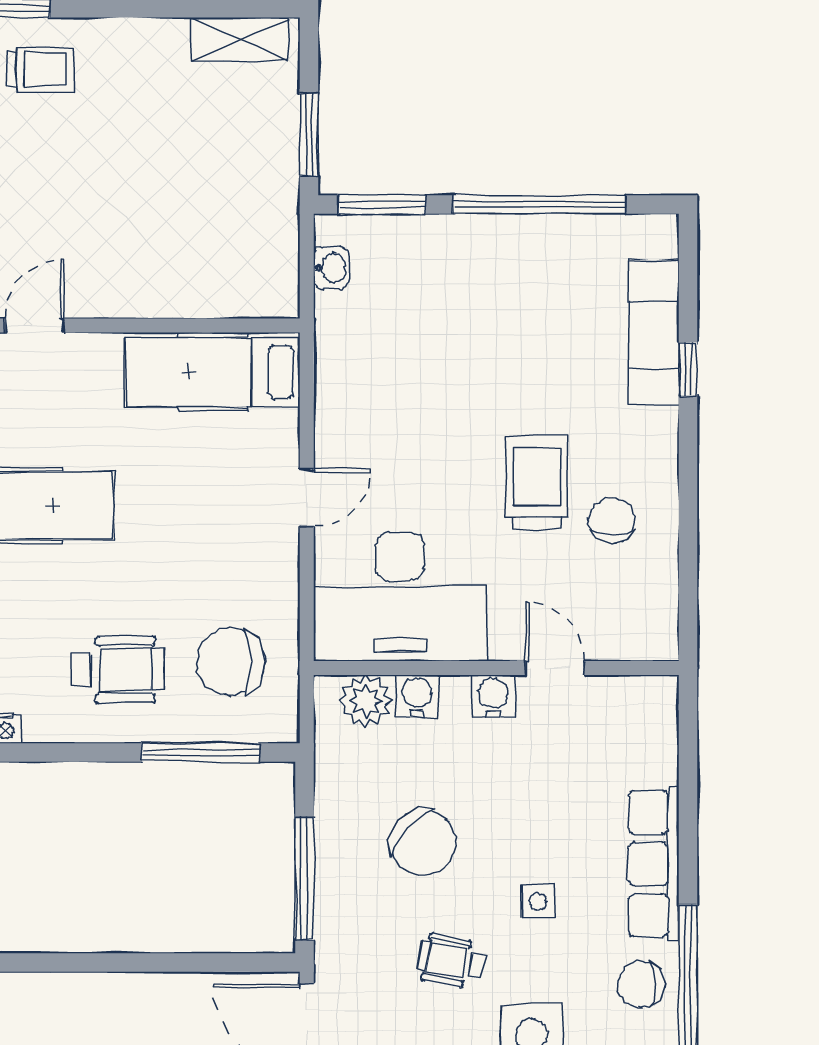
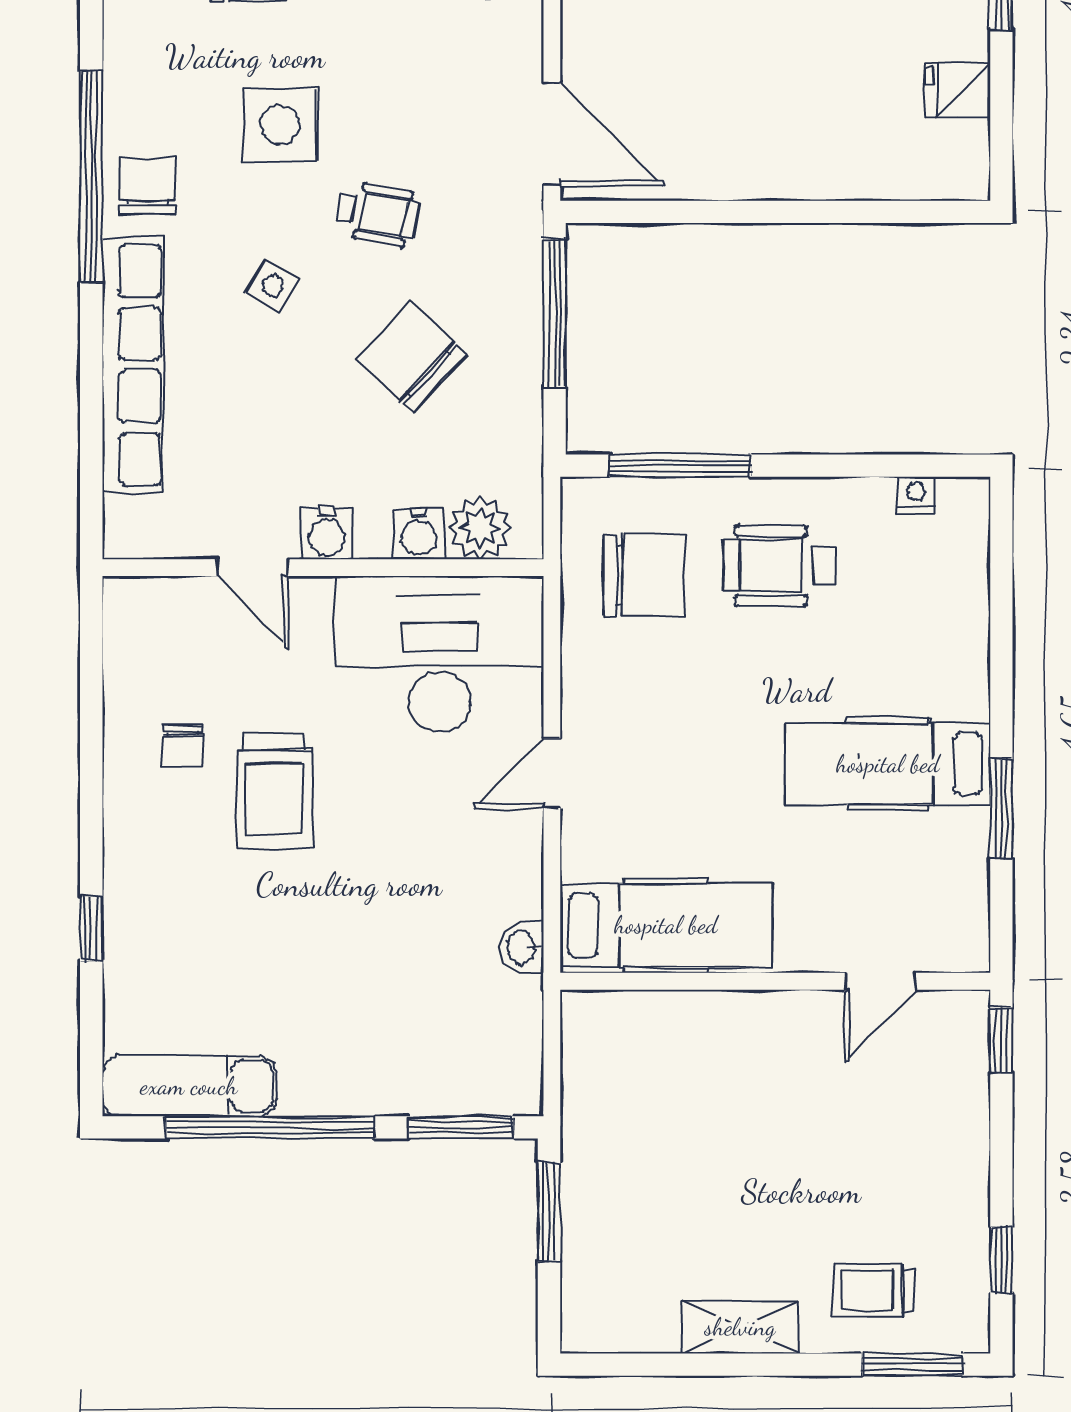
shelving: (239, 39) -> (740, 1327), moved
washbasin: (331, 268) -> (522, 947), moved
exam couch: (654, 332) -> (189, 1086), moved, turned -90
chair: (612, 520) -> (183, 746), width x0.73, depth x0.73
row of seats: (654, 864) -> (133, 365), width x1.36
side table: (538, 901) -> (273, 286), turned 30
chair: (641, 984) -> (147, 185), turned -90

